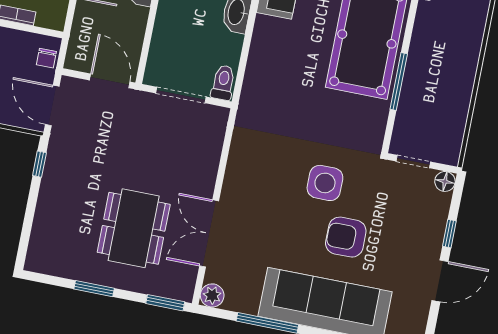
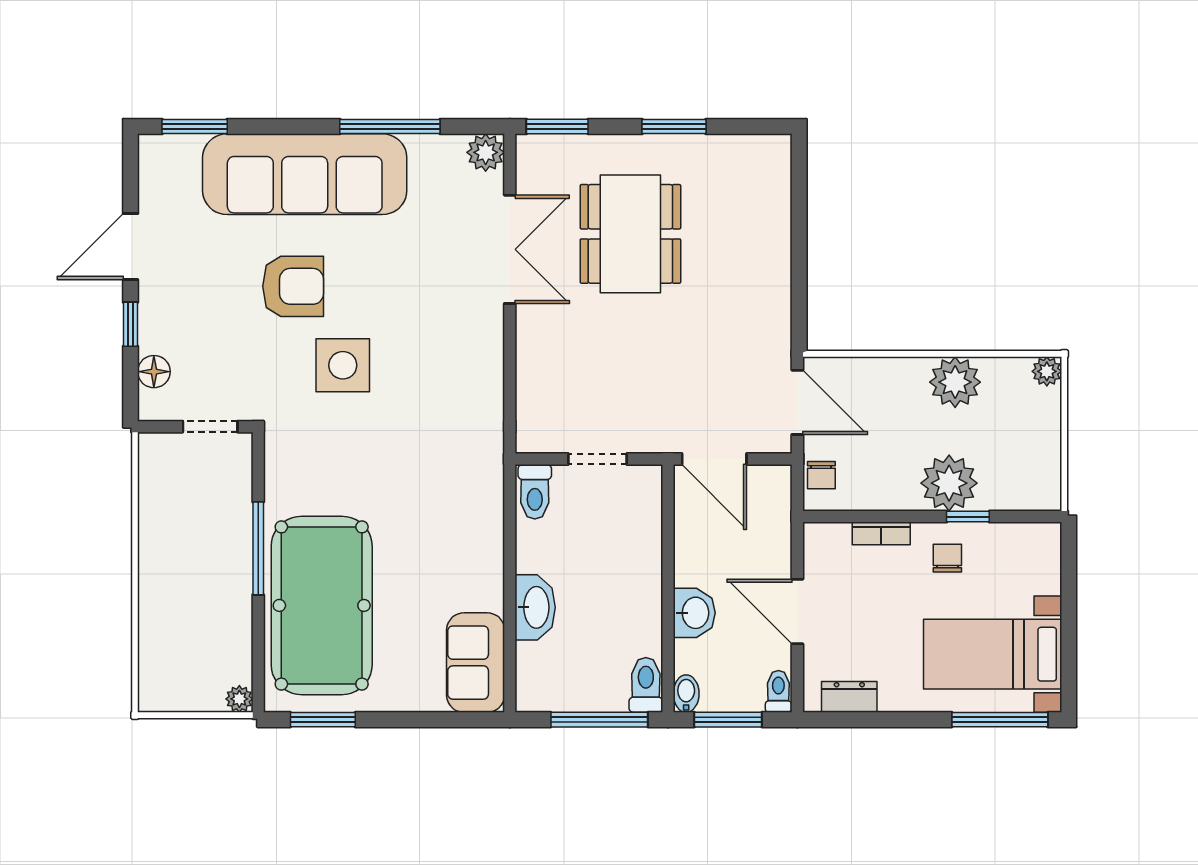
chair: (46, 58) -> (821, 475), turned 180
doorway: (181, 95) -> (597, 459), width x0.73
window: (39, 164) -> (799, 306), removed
floor lamp: (445, 181) -> (154, 372), moved

